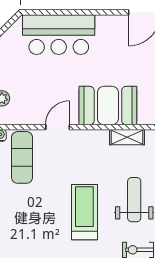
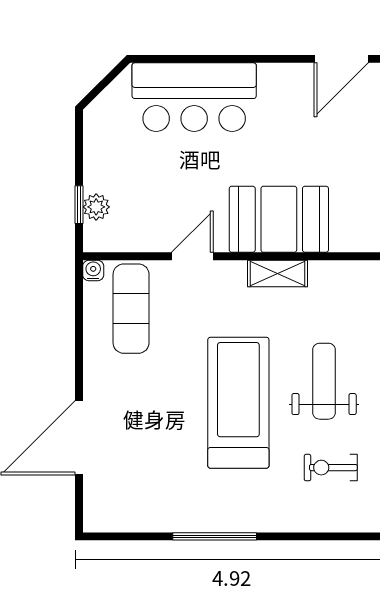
shelving: (127, 137) -> (277, 274), moved
treadmill: (84, 212) -> (238, 403), width x1.37, depth x1.38

